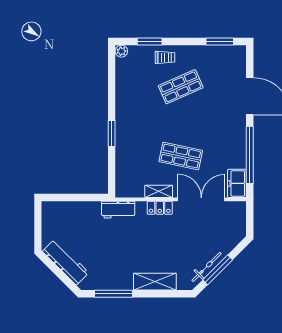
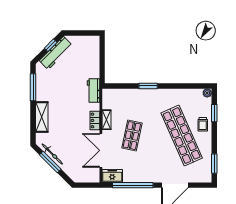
shop shelf: (181, 87) -> (182, 136), width x2.00, depth x1.36
double door: (201, 199) -> (101, 150), swing flipped
window: (55, 269) -> (51, 45), added

